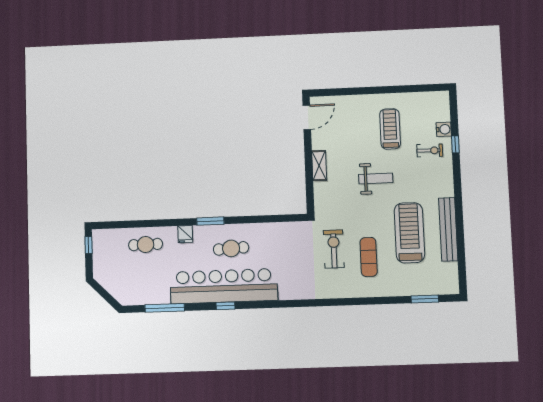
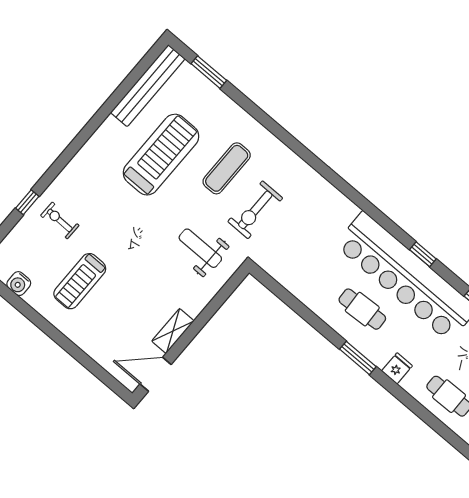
water cooler: (444, 129) -> (19, 284), moved, turned -90
shelving: (319, 166) -> (173, 331), moved
weight bench: (376, 178) -> (200, 248), moved
bench: (448, 229) -> (148, 86), moved
treadmill: (409, 233) -> (161, 155), turned 180

